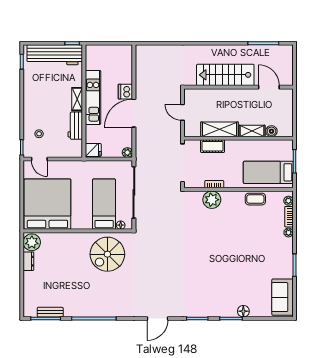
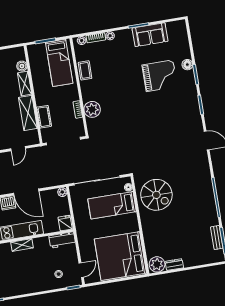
workbench: (75, 126) -> (62, 240), moved
grand piano: (236, 279) -> (160, 76), added
sofa: (283, 297) -> (150, 35), moved

